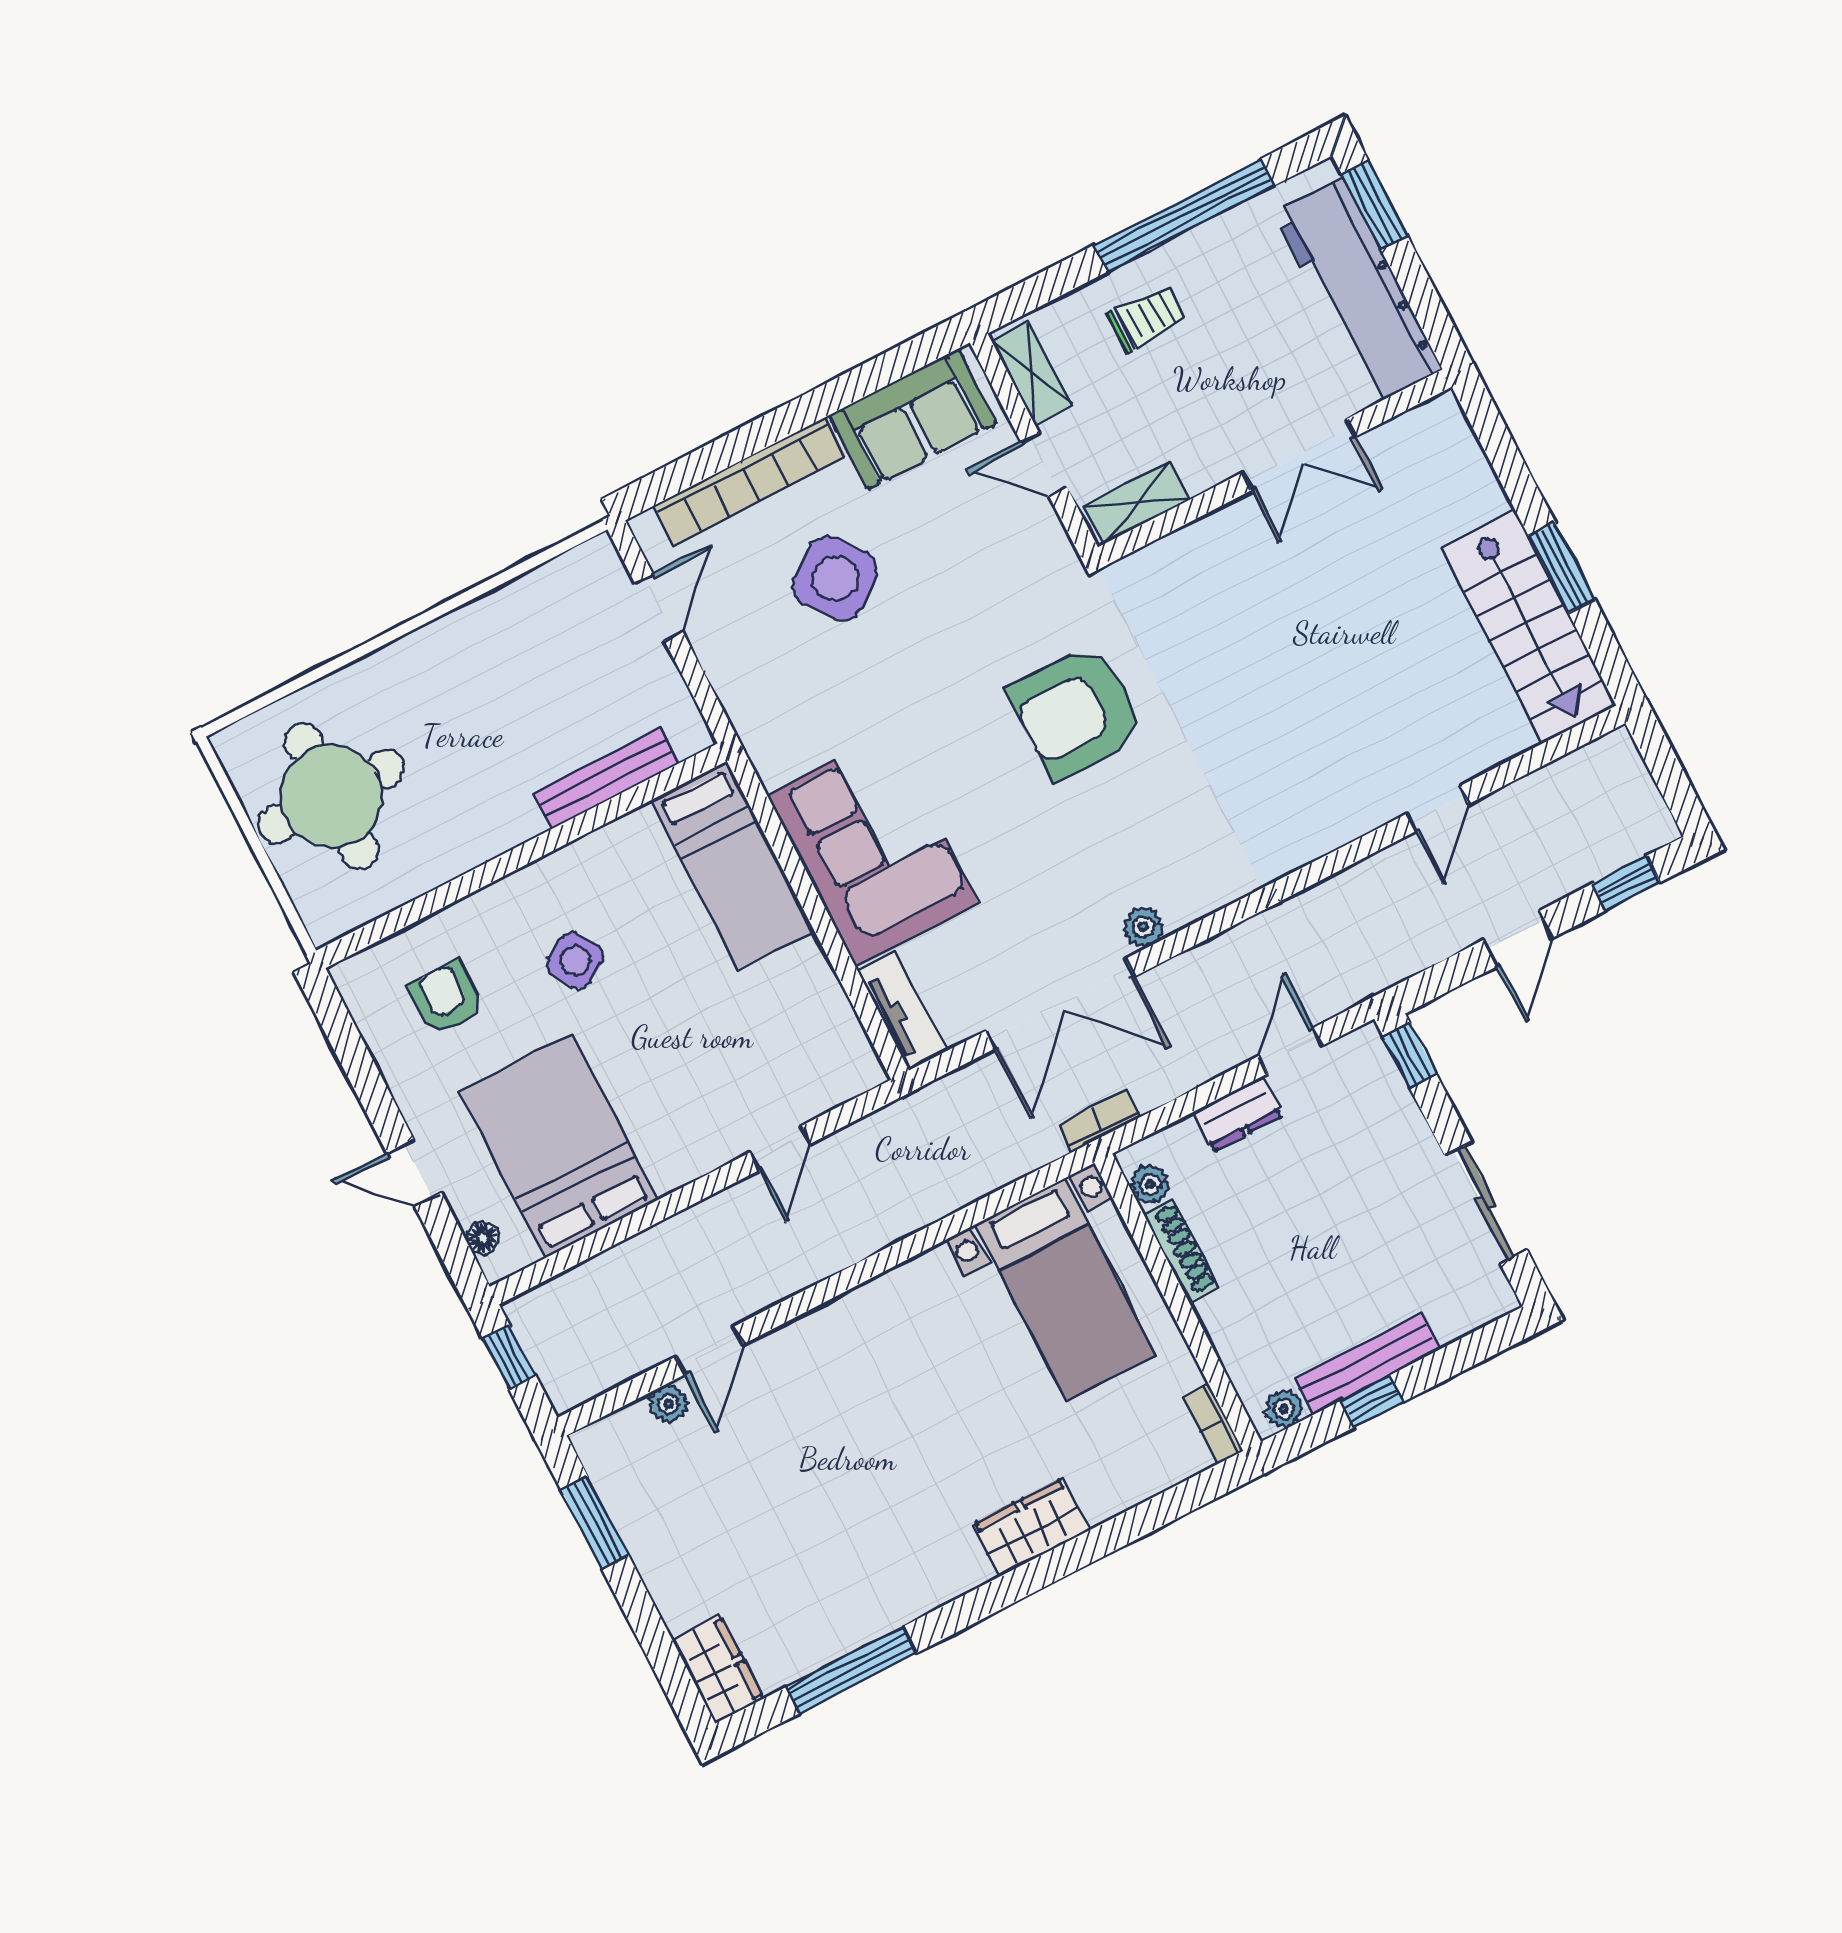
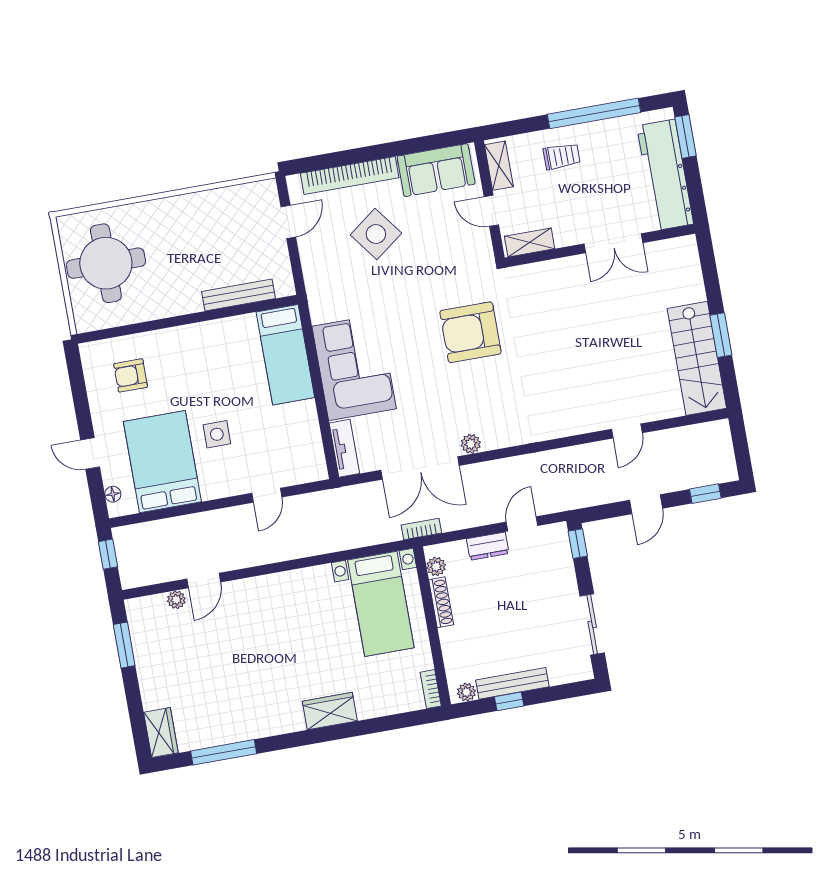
side table: (575, 961) -> (217, 434), moved, turned 32
armchair: (446, 998) -> (131, 375), turned -90

